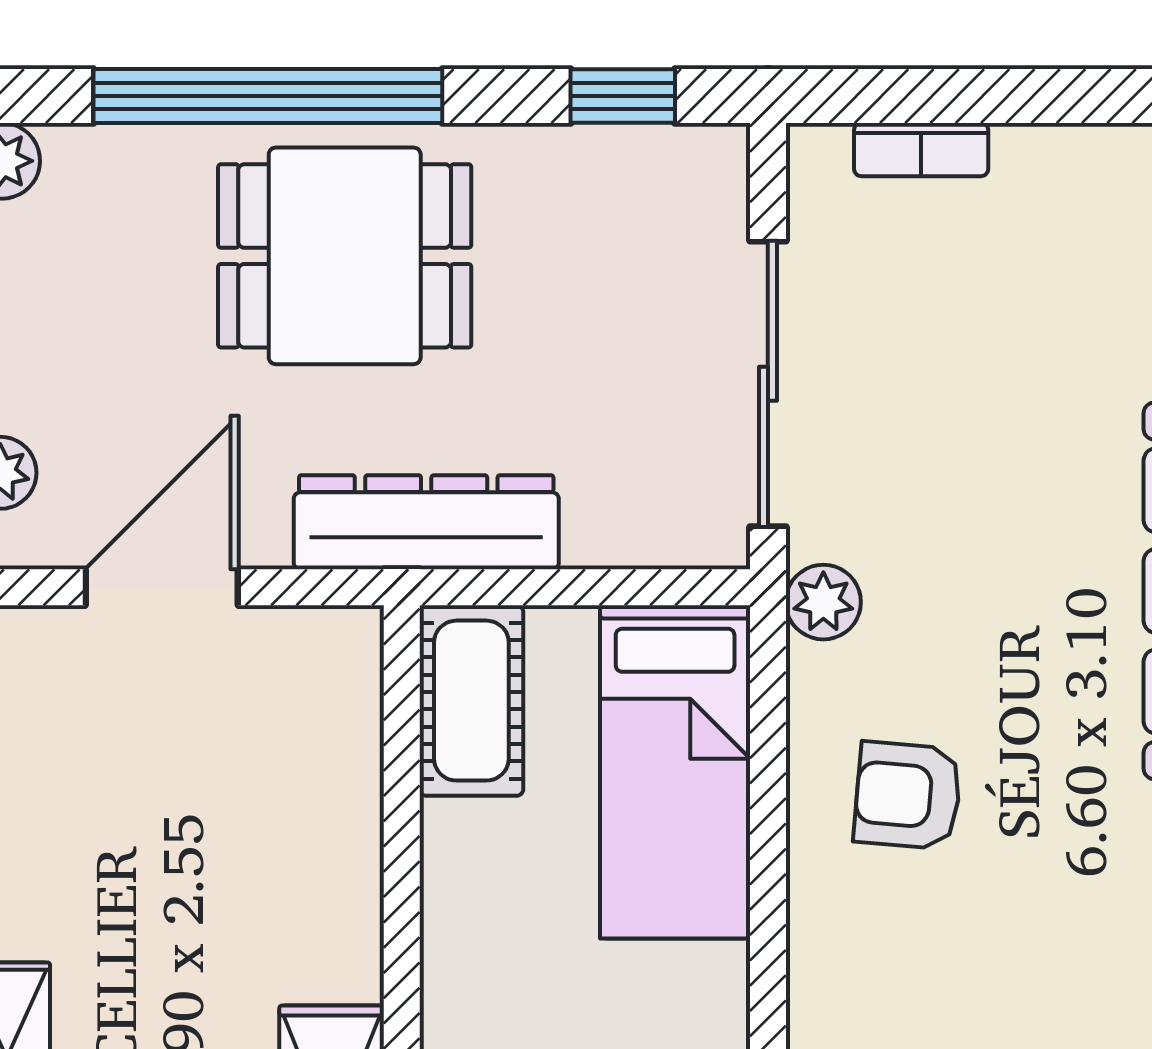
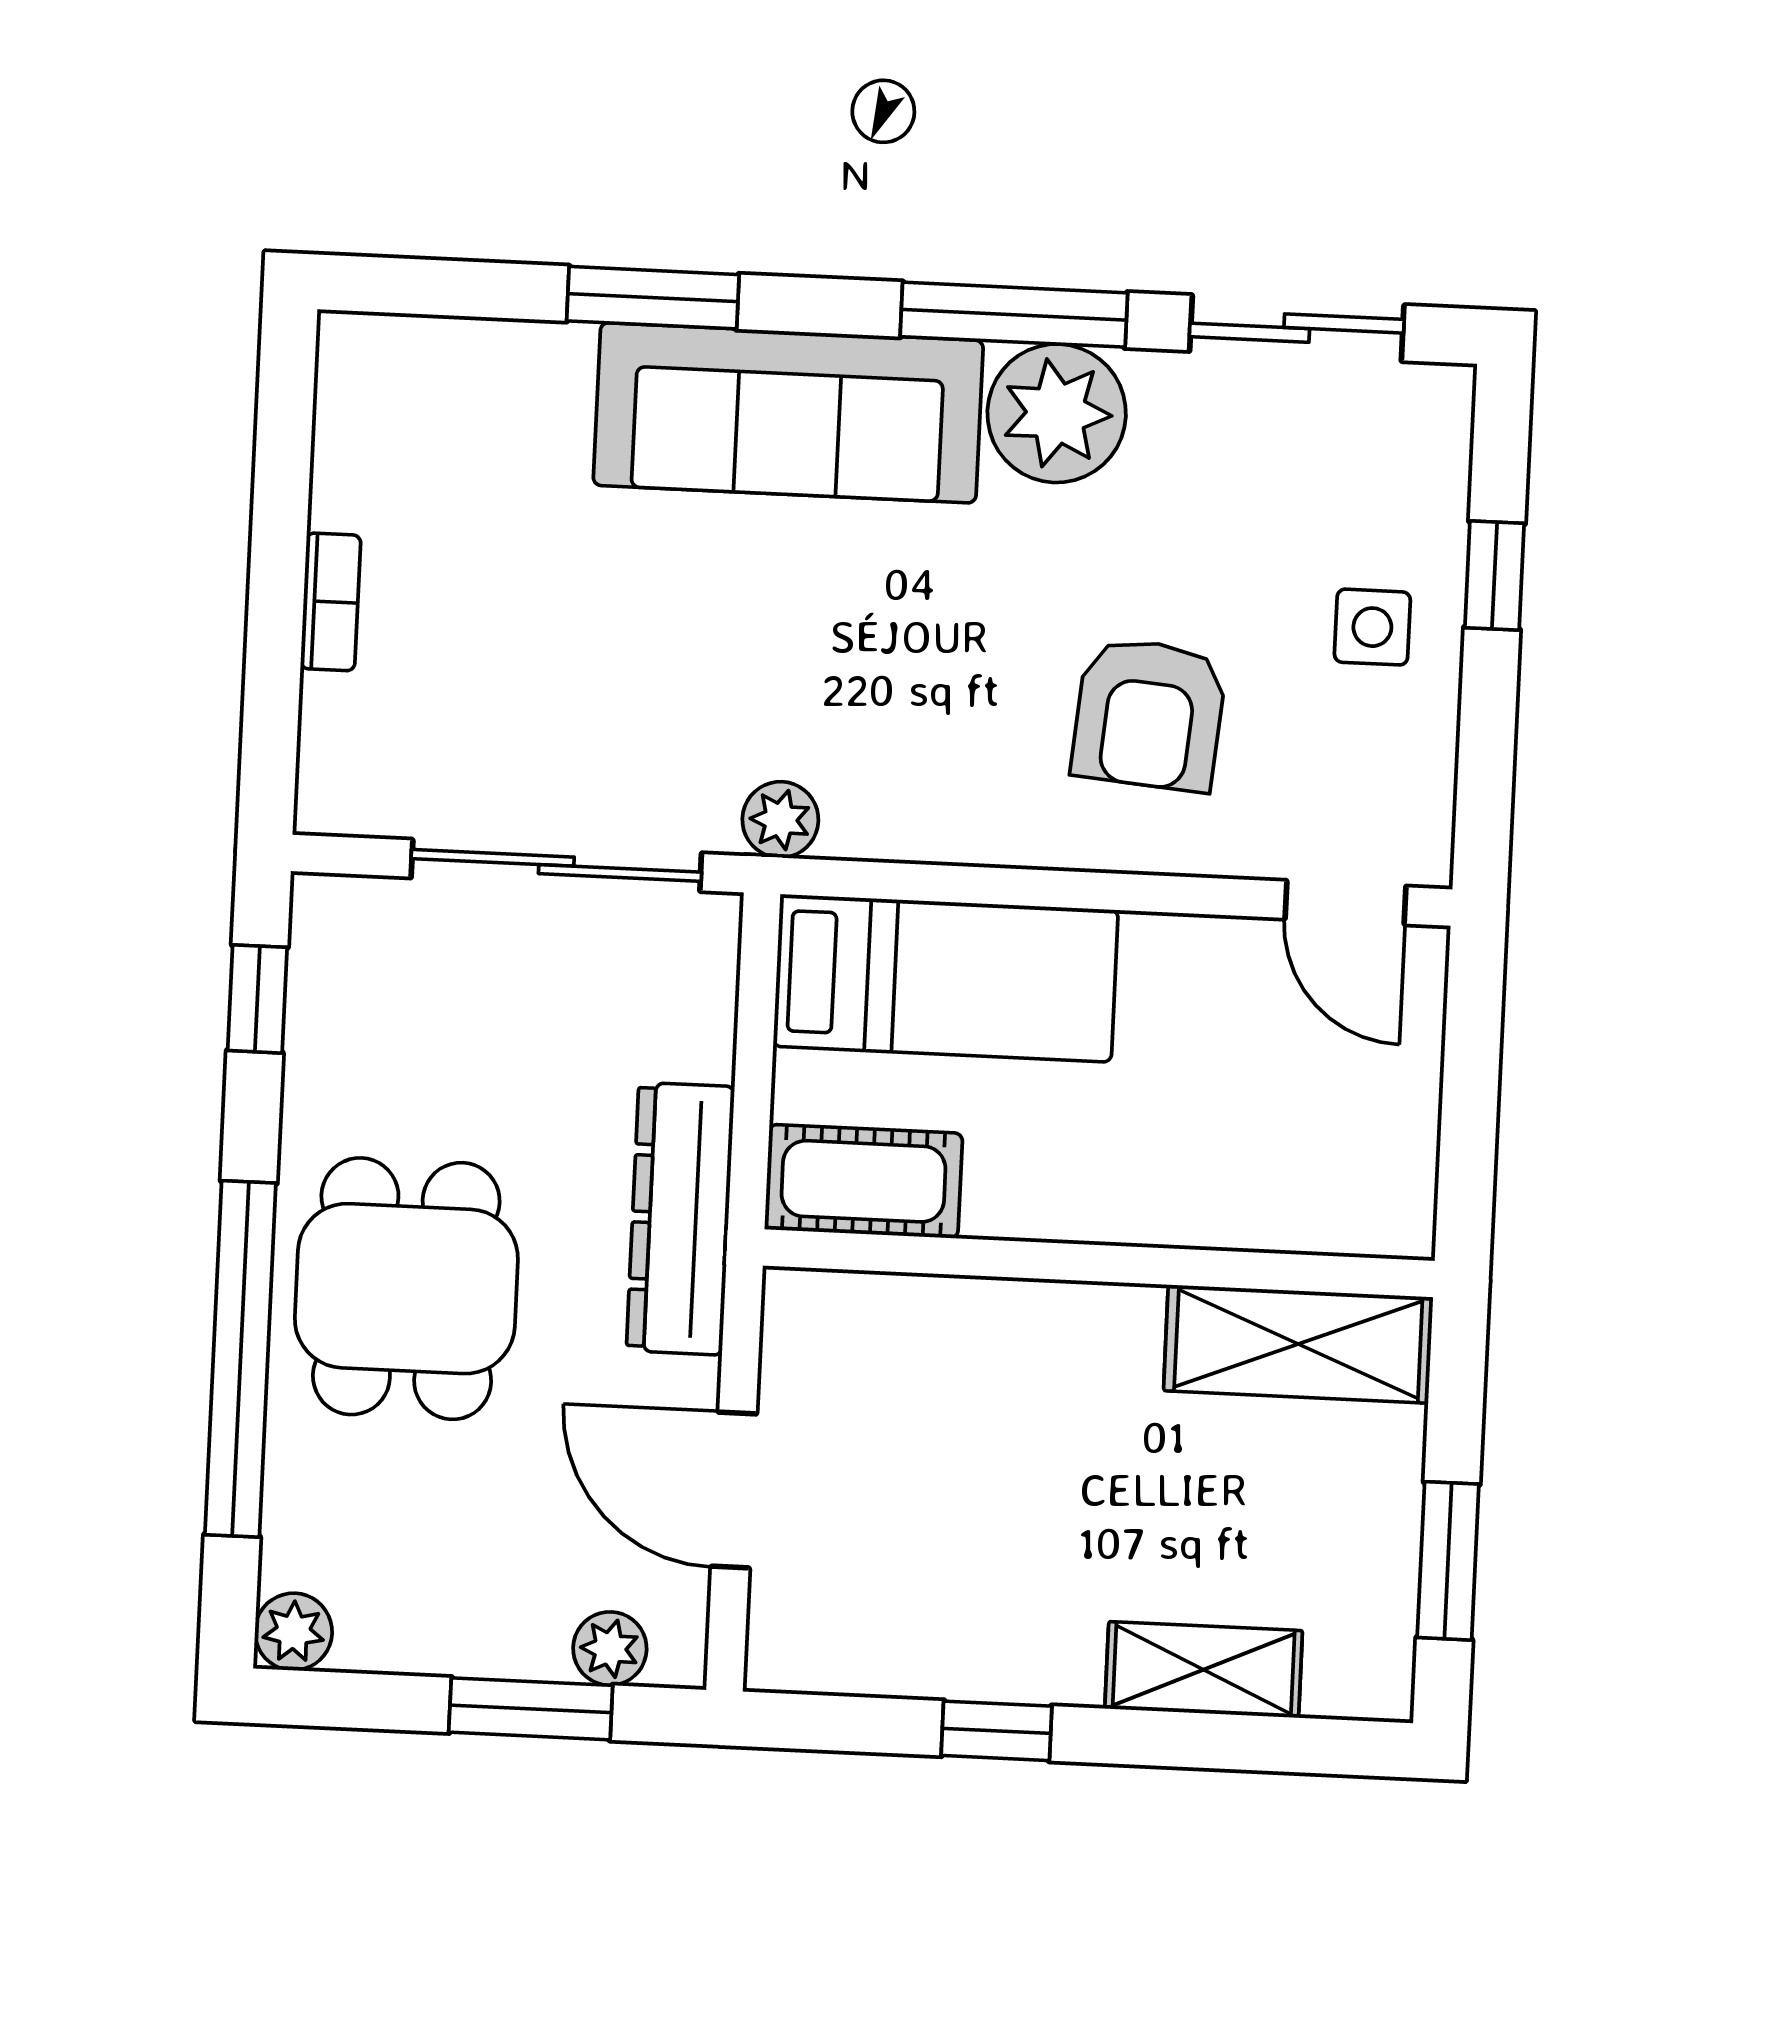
bookcase: (921, 150) -> (331, 602), moved
armchair: (908, 796) -> (1149, 714), moved, width x1.38, depth x1.38

